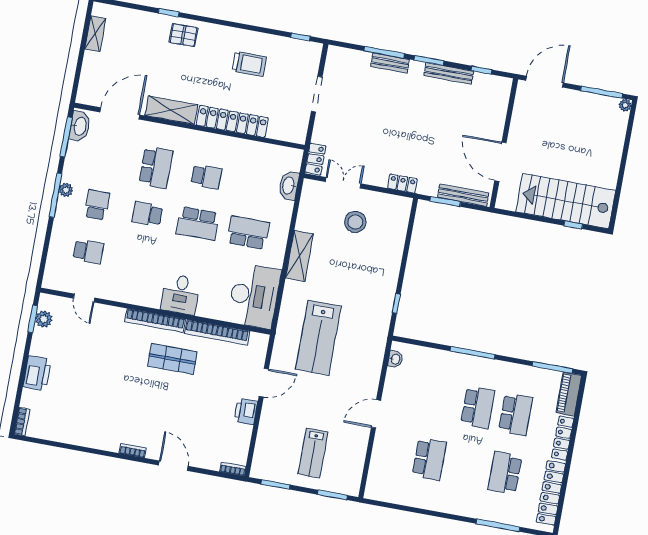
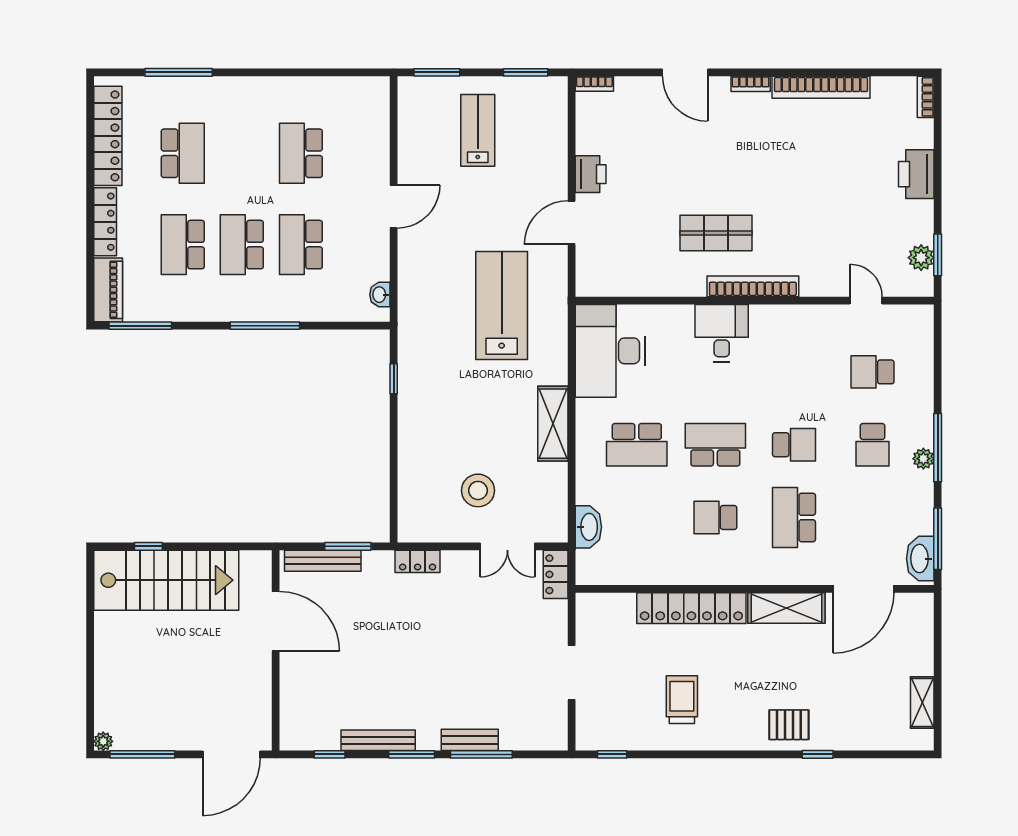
trolley: (249, 64) -> (682, 700), turned 90
bookcase: (217, 332) -> (821, 87), moved, turned 180
school desk: (440, 400) -> (301, 245), added

